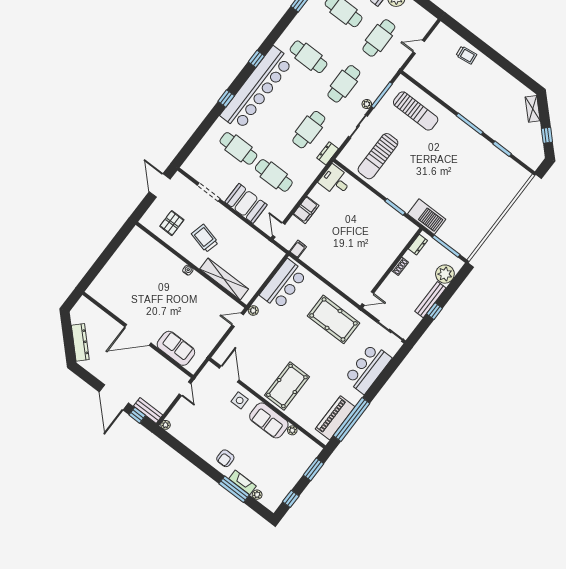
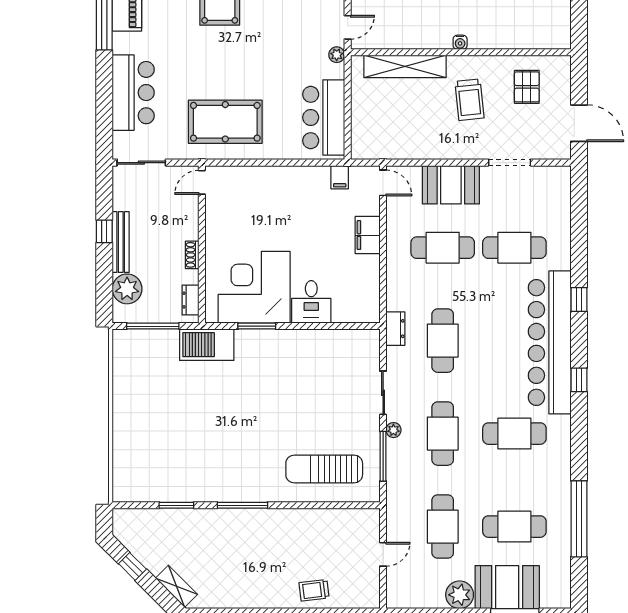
sun lounger: (378, 156) -> (328, 374), removed
desk: (335, 181) -> (311, 302), moved, turned 90
corner desk: (382, 227) -> (254, 287), added
trolley: (205, 238) -> (469, 100), turned 70

